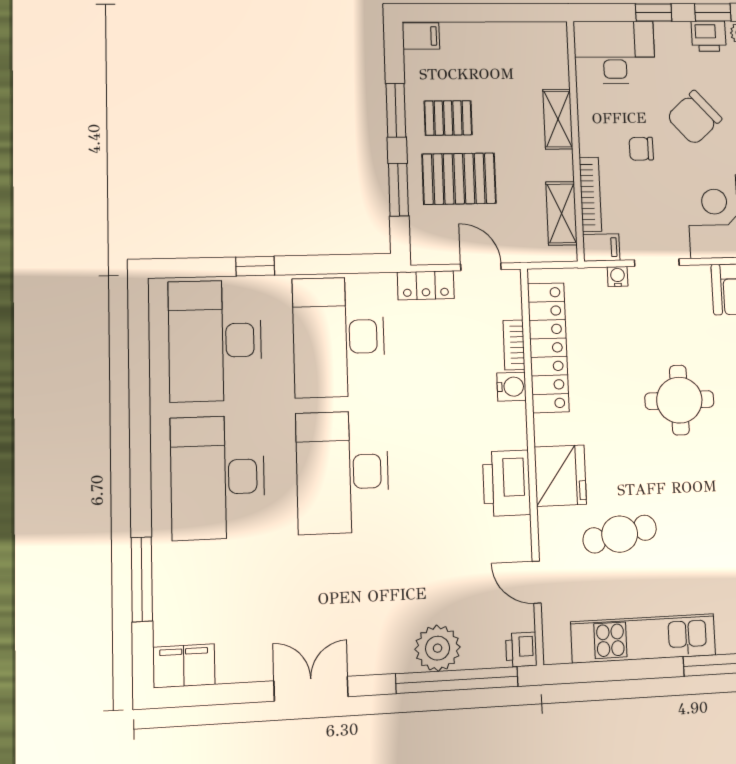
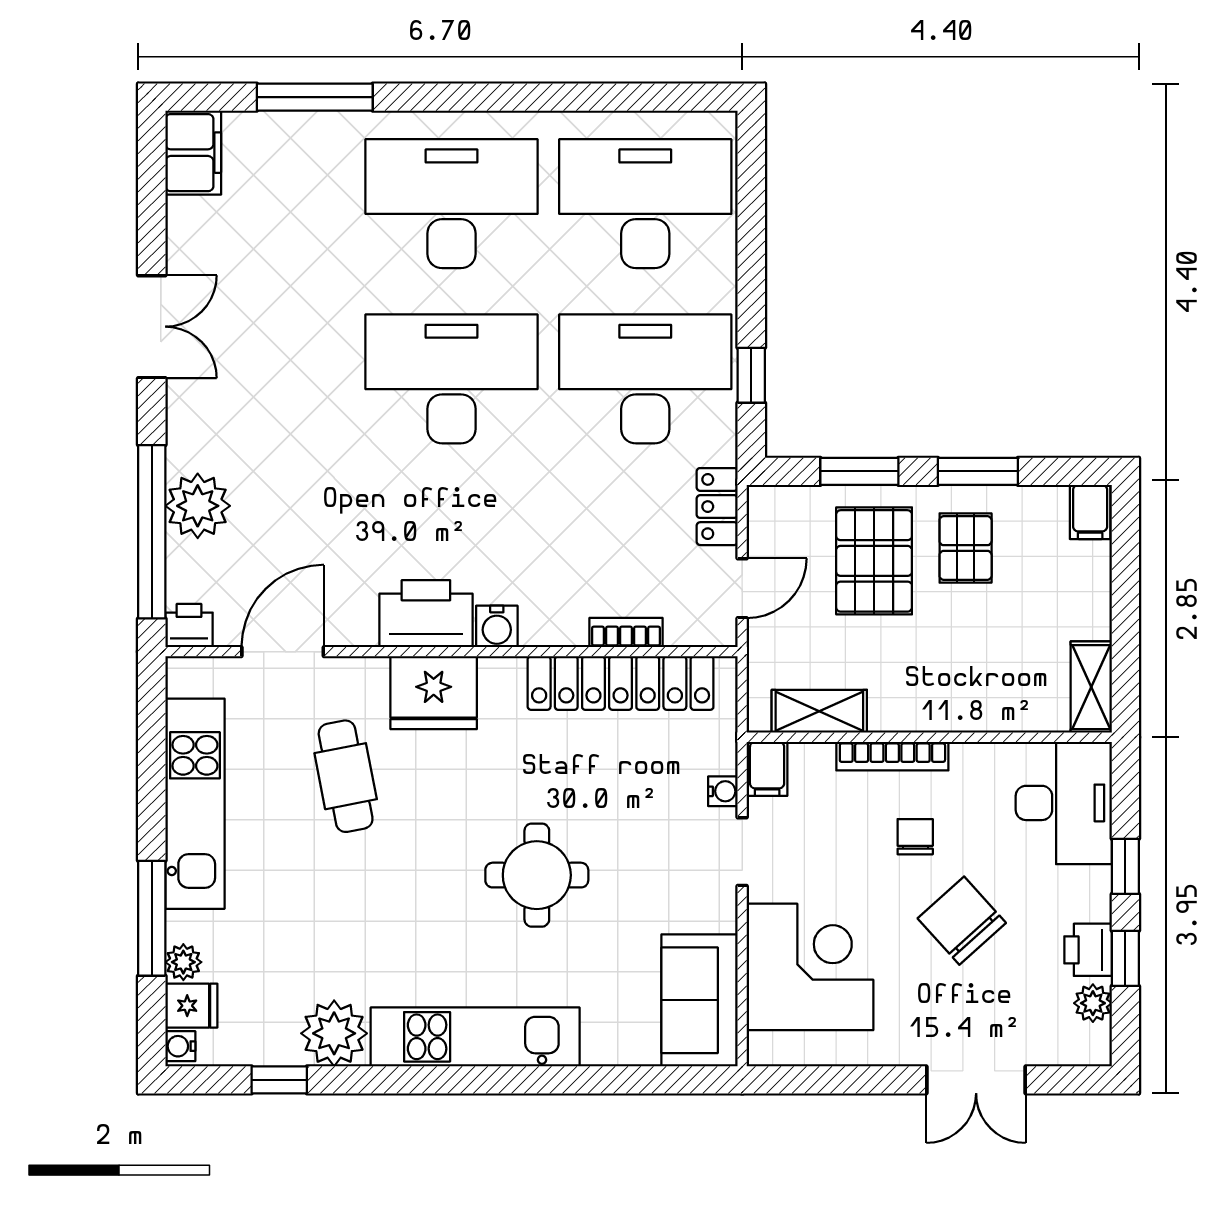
shelving: (558, 119) -> (1091, 687), moved, turned 90
bookcase: (590, 194) -> (892, 756), moved
window: (255, 266) -> (751, 375), moved
water cooler: (511, 387) -> (497, 626), moved
door: (537, 582) -> (283, 652), width x1.38

